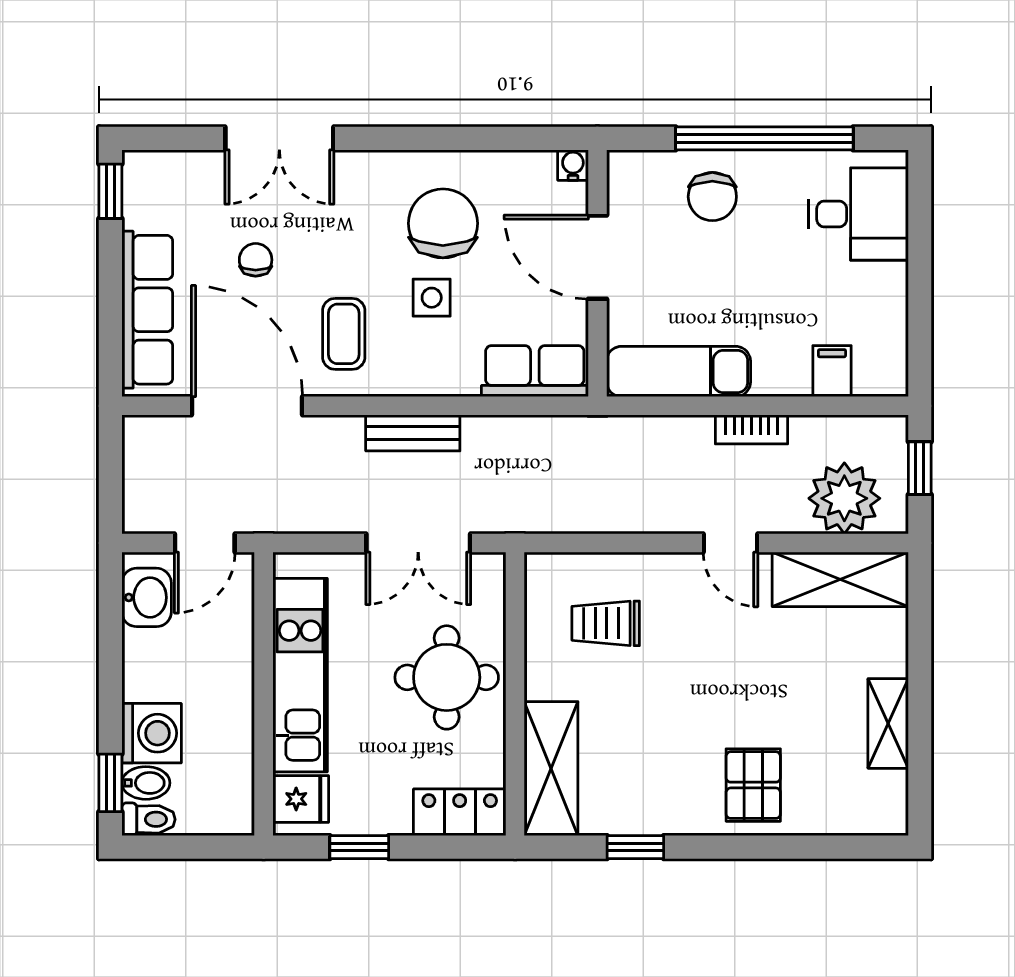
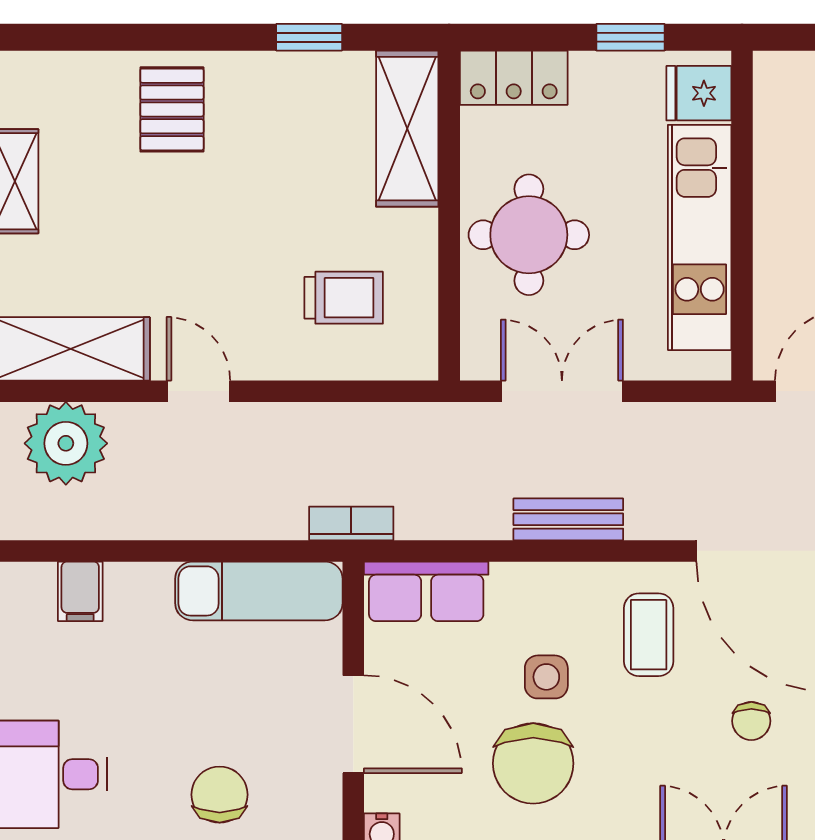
bookcase: (751, 429) -> (351, 523), moved

